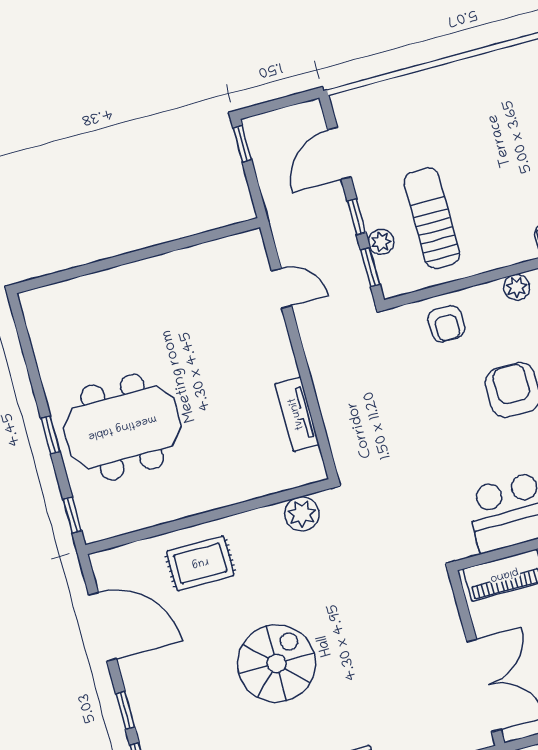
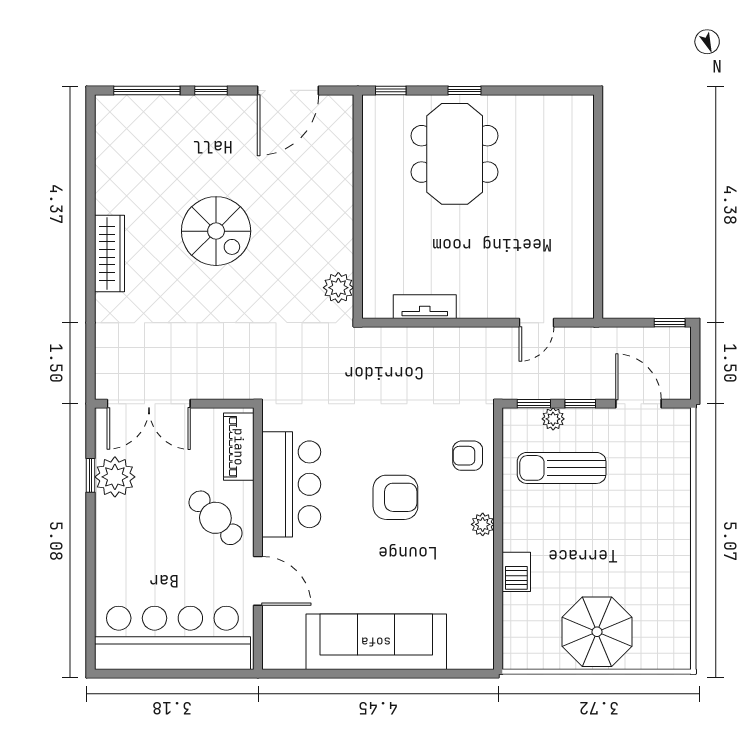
sun lounger: (432, 218) -> (562, 468), turned 180
rug: (200, 563) -> (320, 189), removed

